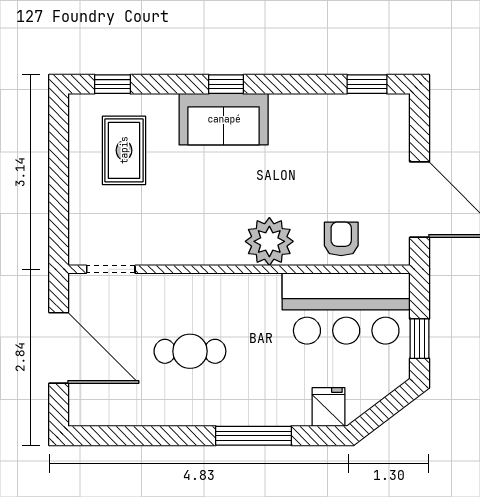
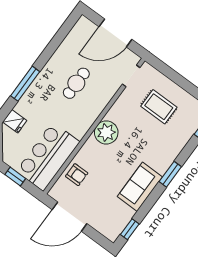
window: (226, 84) -> (170, 174), width x1.50
sofa: (224, 119) -> (140, 187), moved
rug: (124, 150) -> (159, 107), moved
plant: (269, 241) -> (106, 132), moved

